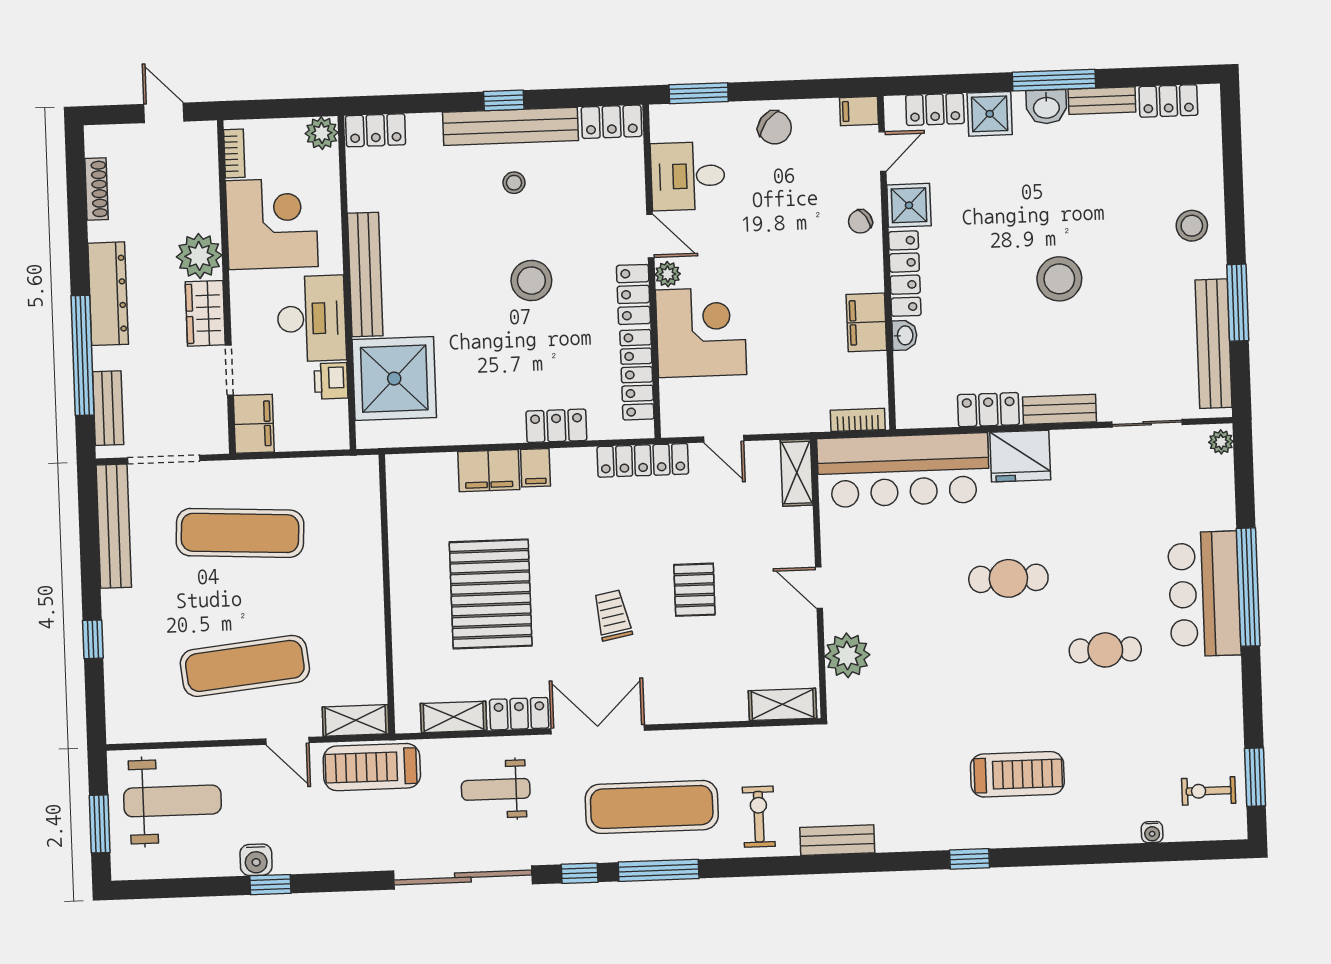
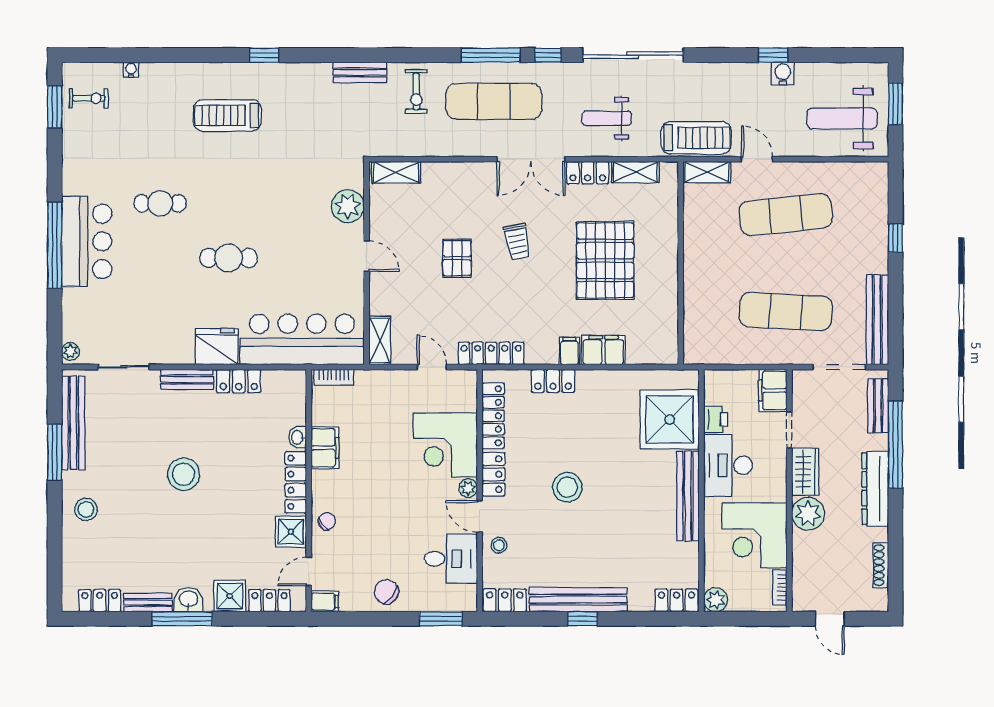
stool: (514, 183) -> (499, 545), moved
weight bench: (496, 789) -> (607, 118), turned 180

